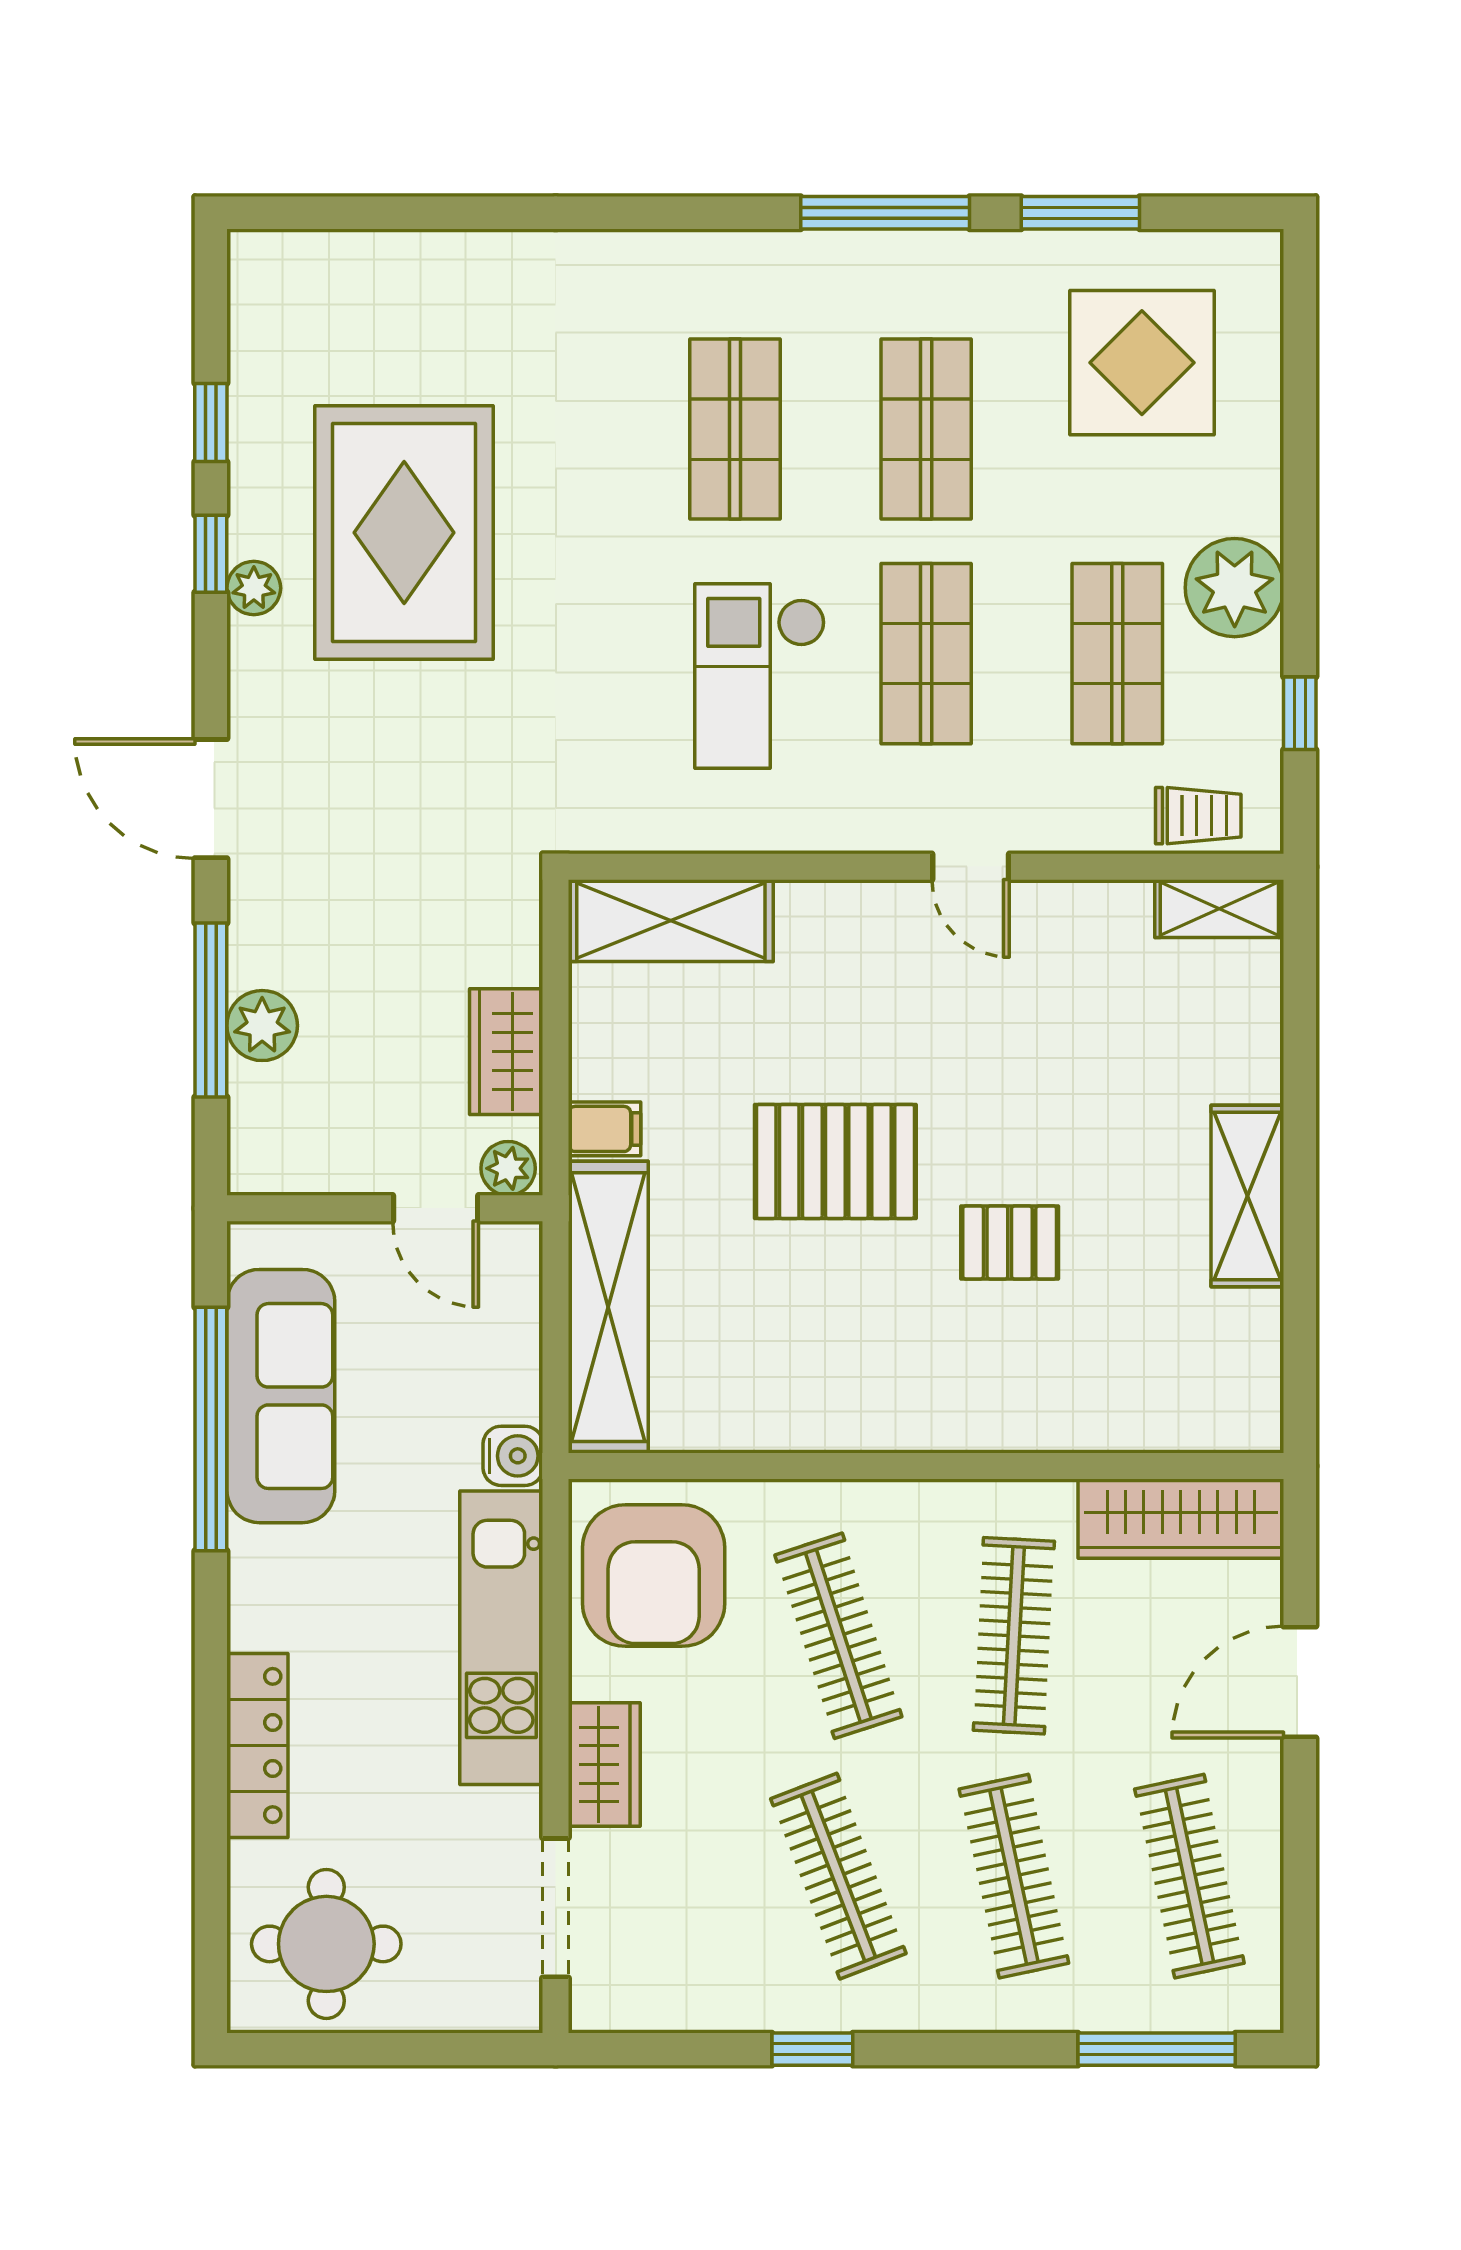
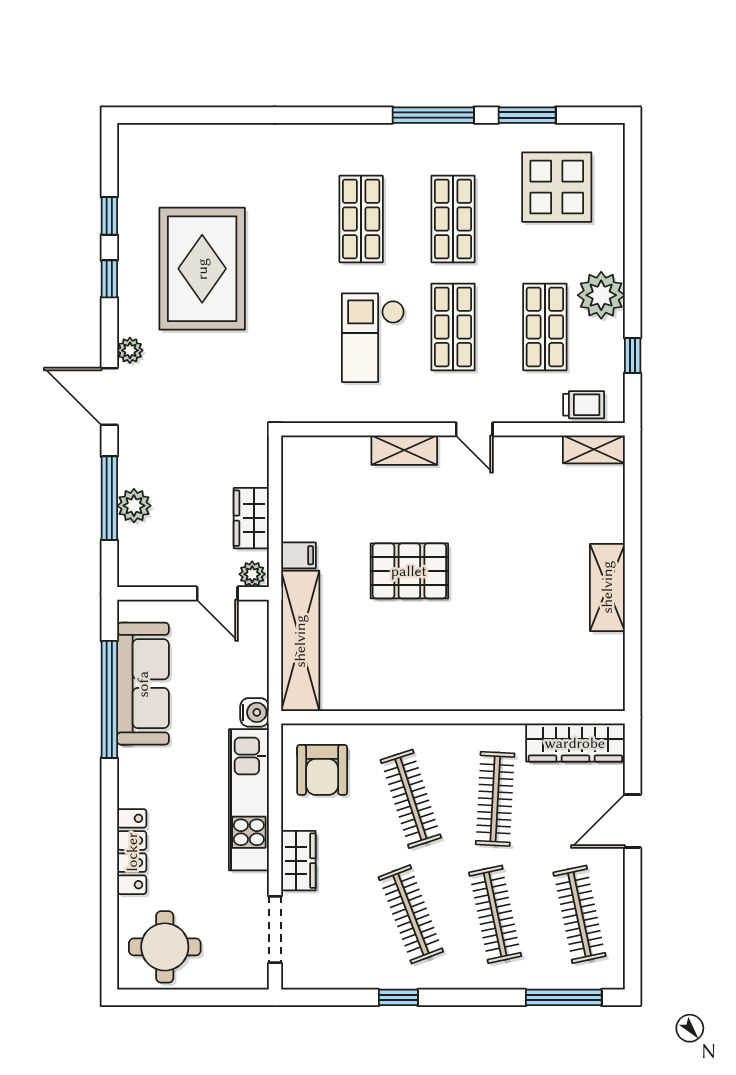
plant: (254, 588) -> (130, 350), moved
shelving: (671, 921) -> (404, 450), moved, width x0.67, depth x0.75
pallet: (1010, 1243) -> (493, 610), removed
armchair: (654, 1576) -> (322, 770), width x0.73, depth x0.73

